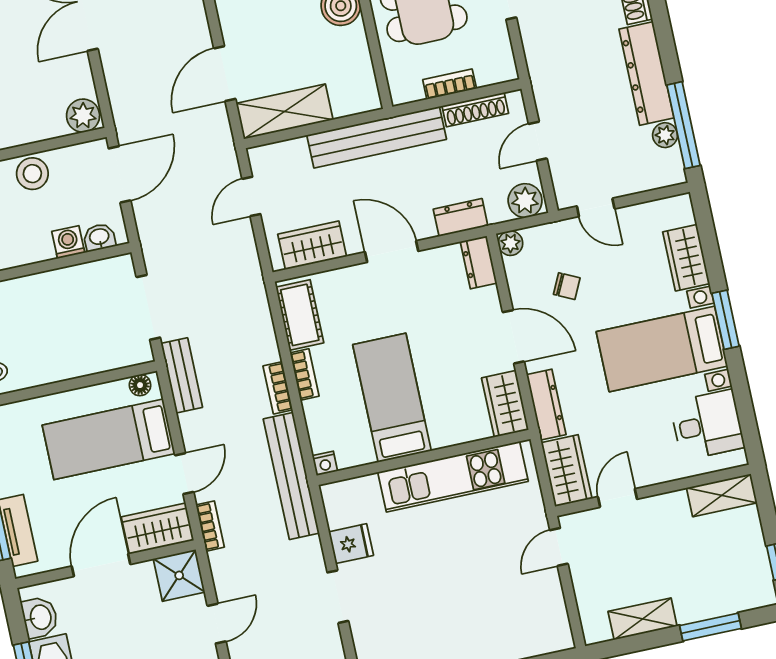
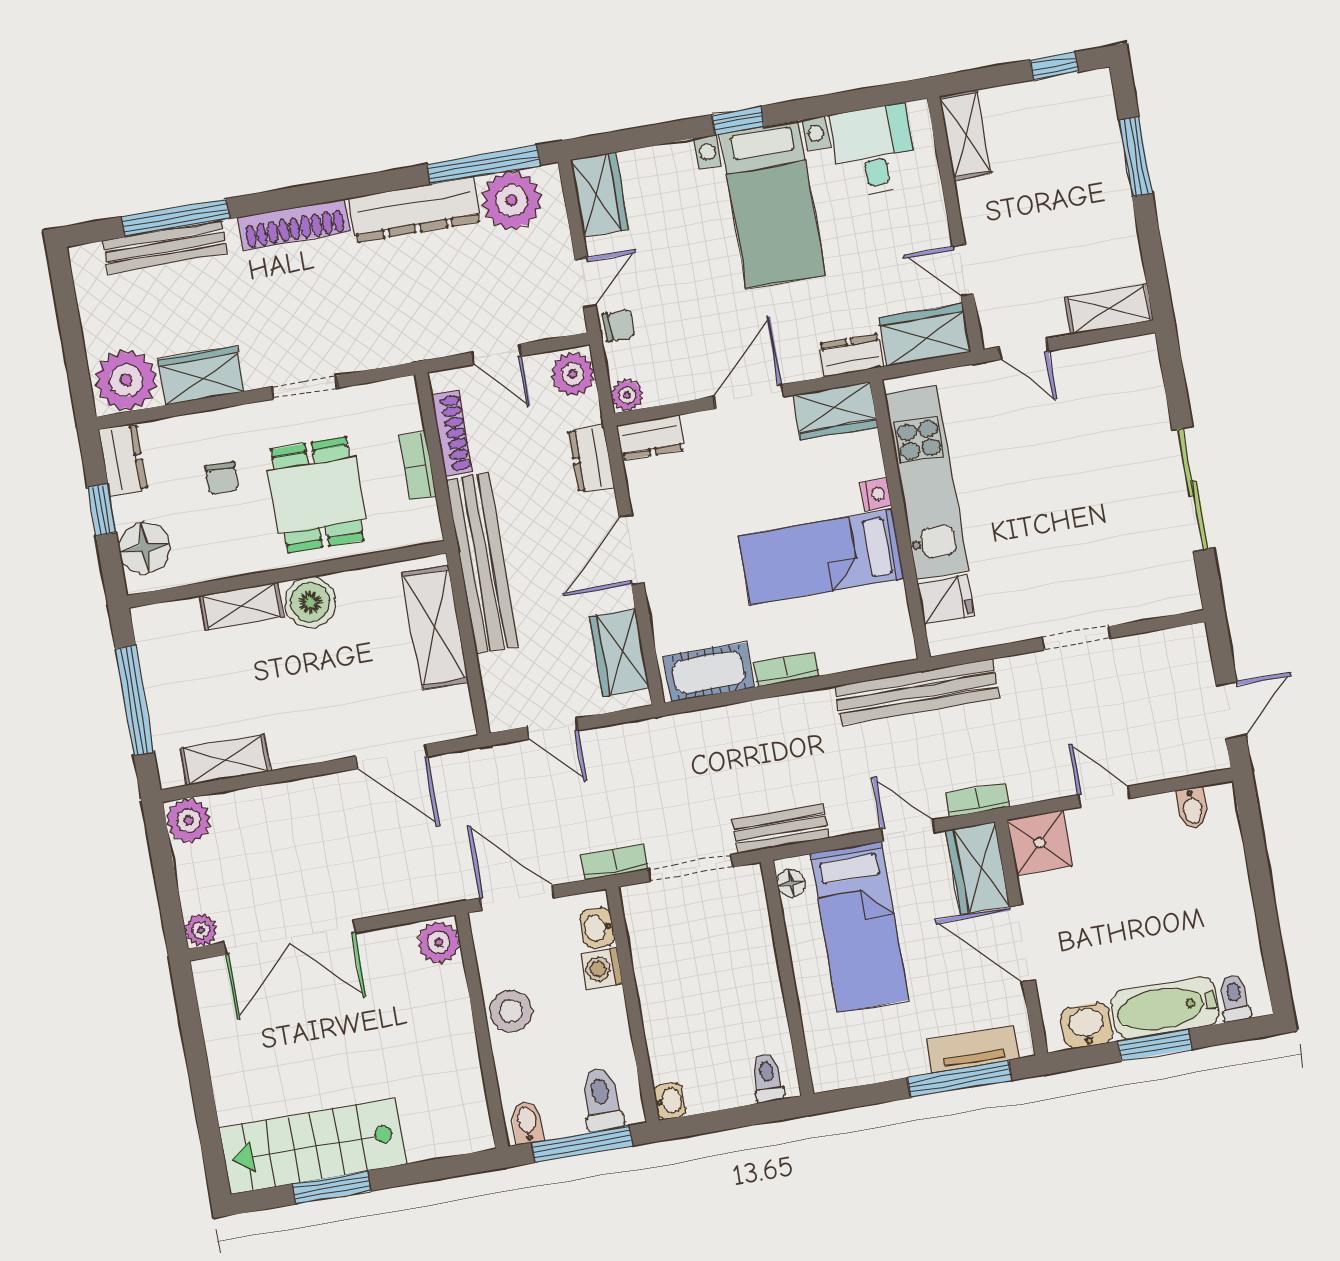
shelving: (285, 112) -> (435, 627), moved
plant: (665, 135) -> (512, 200), width x1.88, depth x1.88
wardrobe: (686, 258) -> (599, 195), moved, turned -90
chair: (567, 286) -> (618, 326), moved, turned 64
window: (726, 320) -> (738, 121), width x0.67
bookcase: (278, 388) -> (614, 862), moved, turned 180
dresser: (546, 405) -> (851, 355), width x0.70
nightstand: (325, 463) -> (876, 494), moved
fridge: (351, 544) -> (946, 600), moved, turned 90
shelving: (643, 619) -> (1109, 309), moved, turned 90

